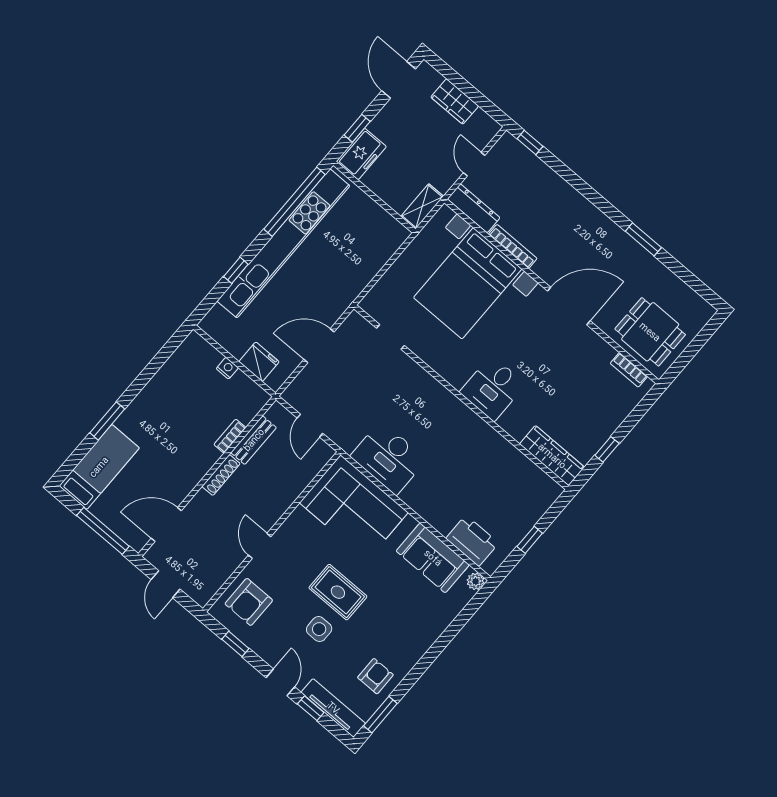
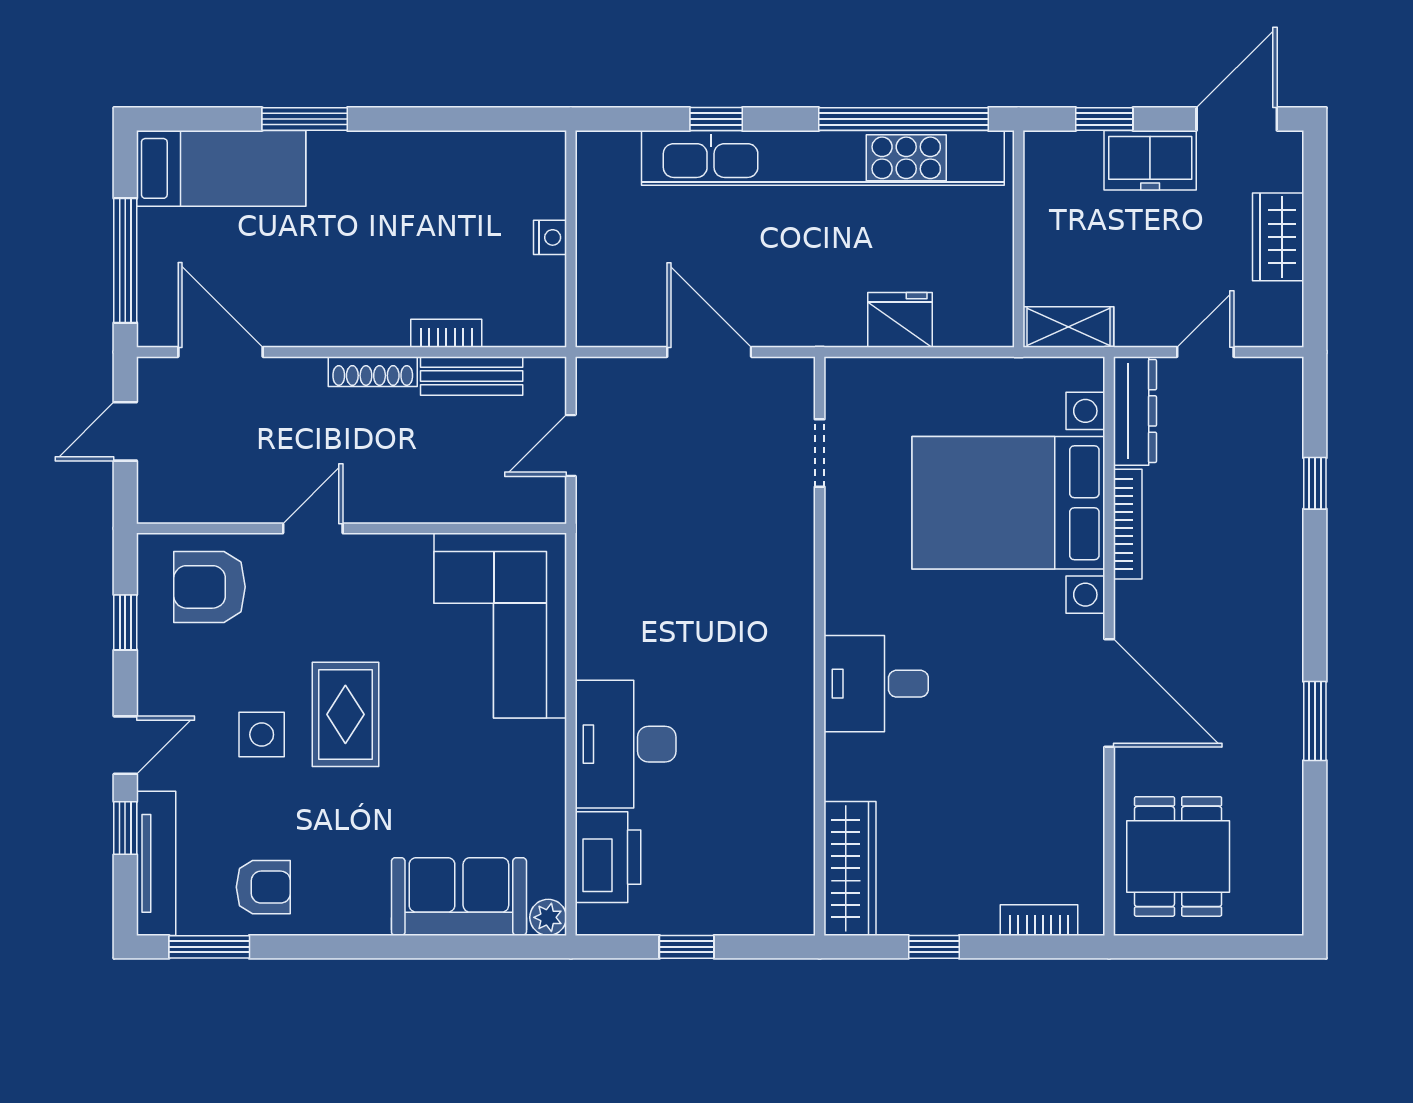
window: (530, 143) -> (1315, 483), moved
freezer: (361, 154) -> (1150, 160), moved
fridge: (259, 362) -> (900, 320), moved, turned -90
bookcase: (629, 370) -> (1039, 920), moved, turned 90
desk: (388, 458) -> (626, 744), moved
sofa: (433, 558) -> (459, 897), moved, turned 90

